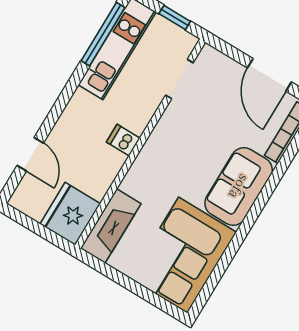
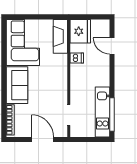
window: (175, 18) -> (86, 139), removed
door: (269, 75) -> (43, 139), moved
dishwasher: (123, 140) -> (77, 58), moved

